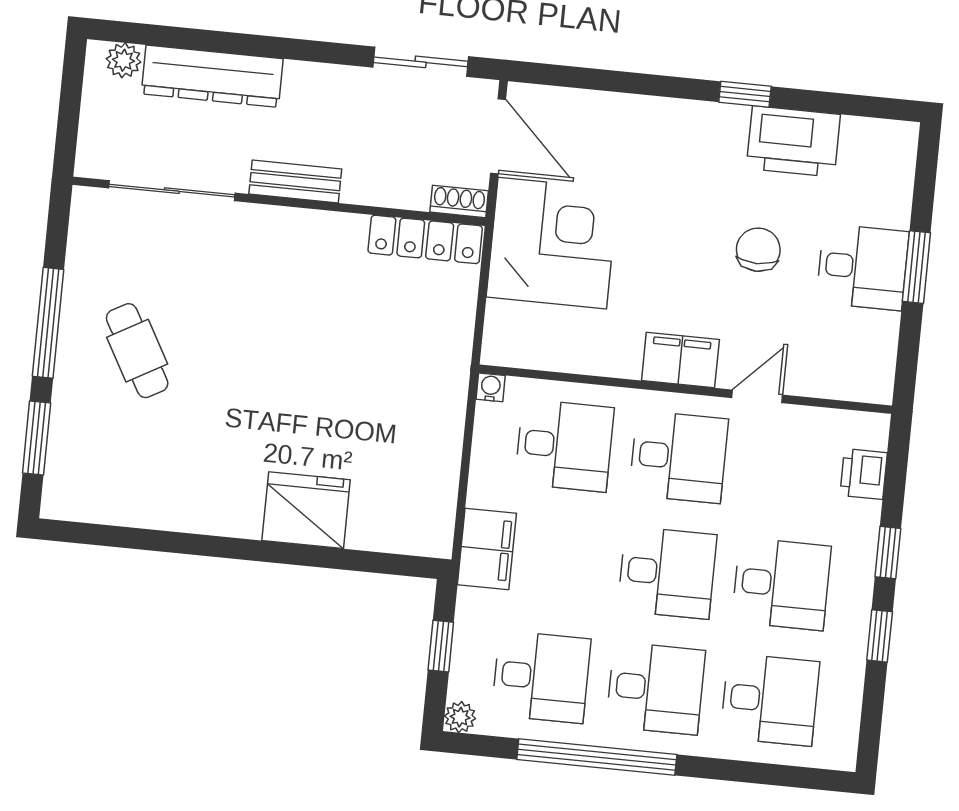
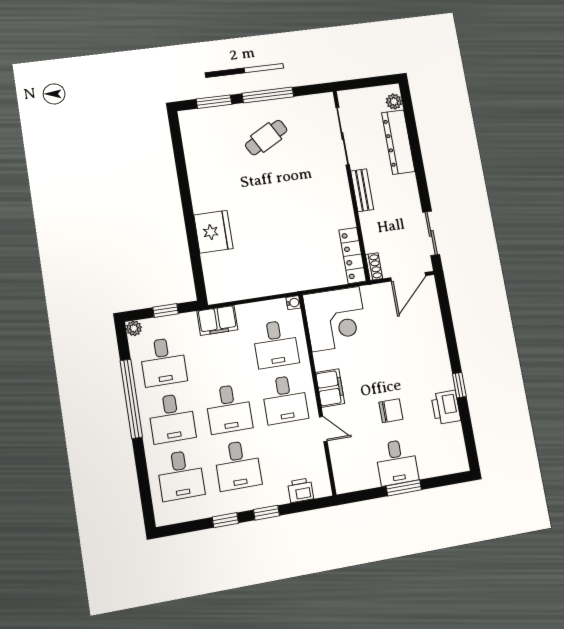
printer: (793, 141) -> (446, 407), width x0.73, depth x0.84
corner desk: (552, 243) -> (336, 319), moved

